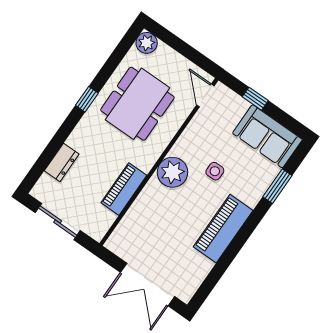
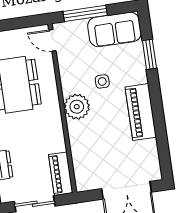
window: (255, 99) -> (85, 13), width x2.17
piano: (124, 189) -> (61, 174), moved

